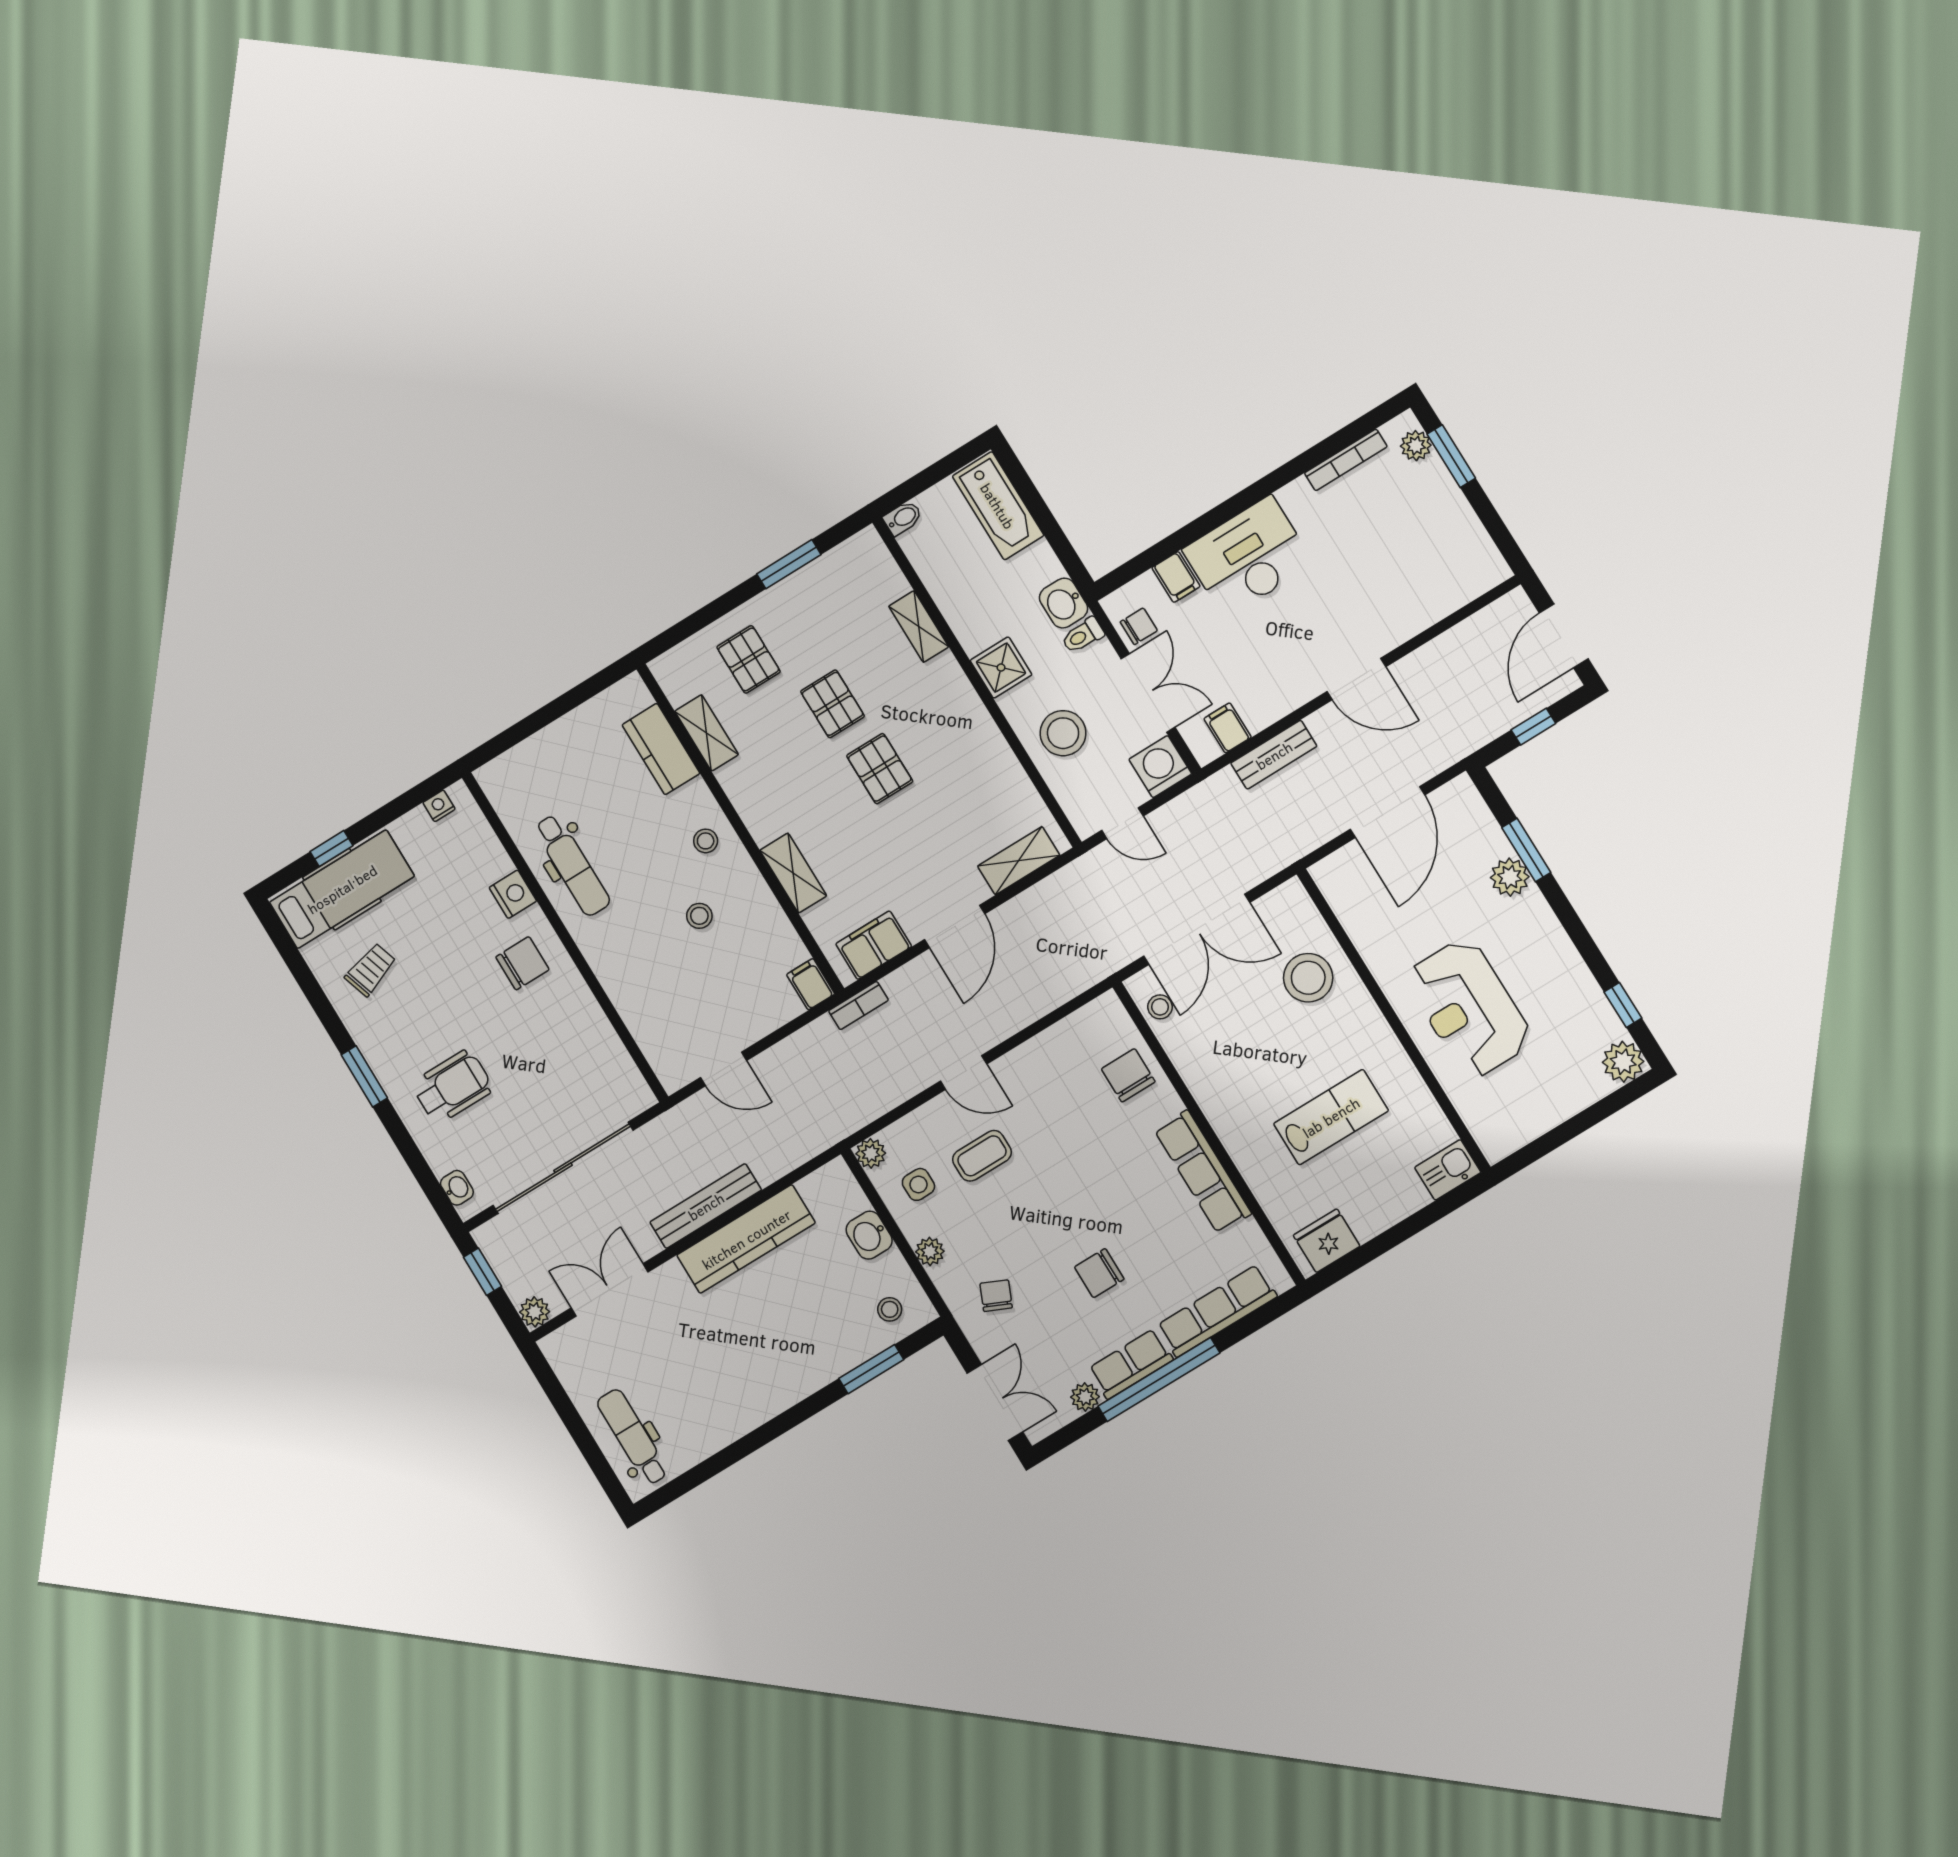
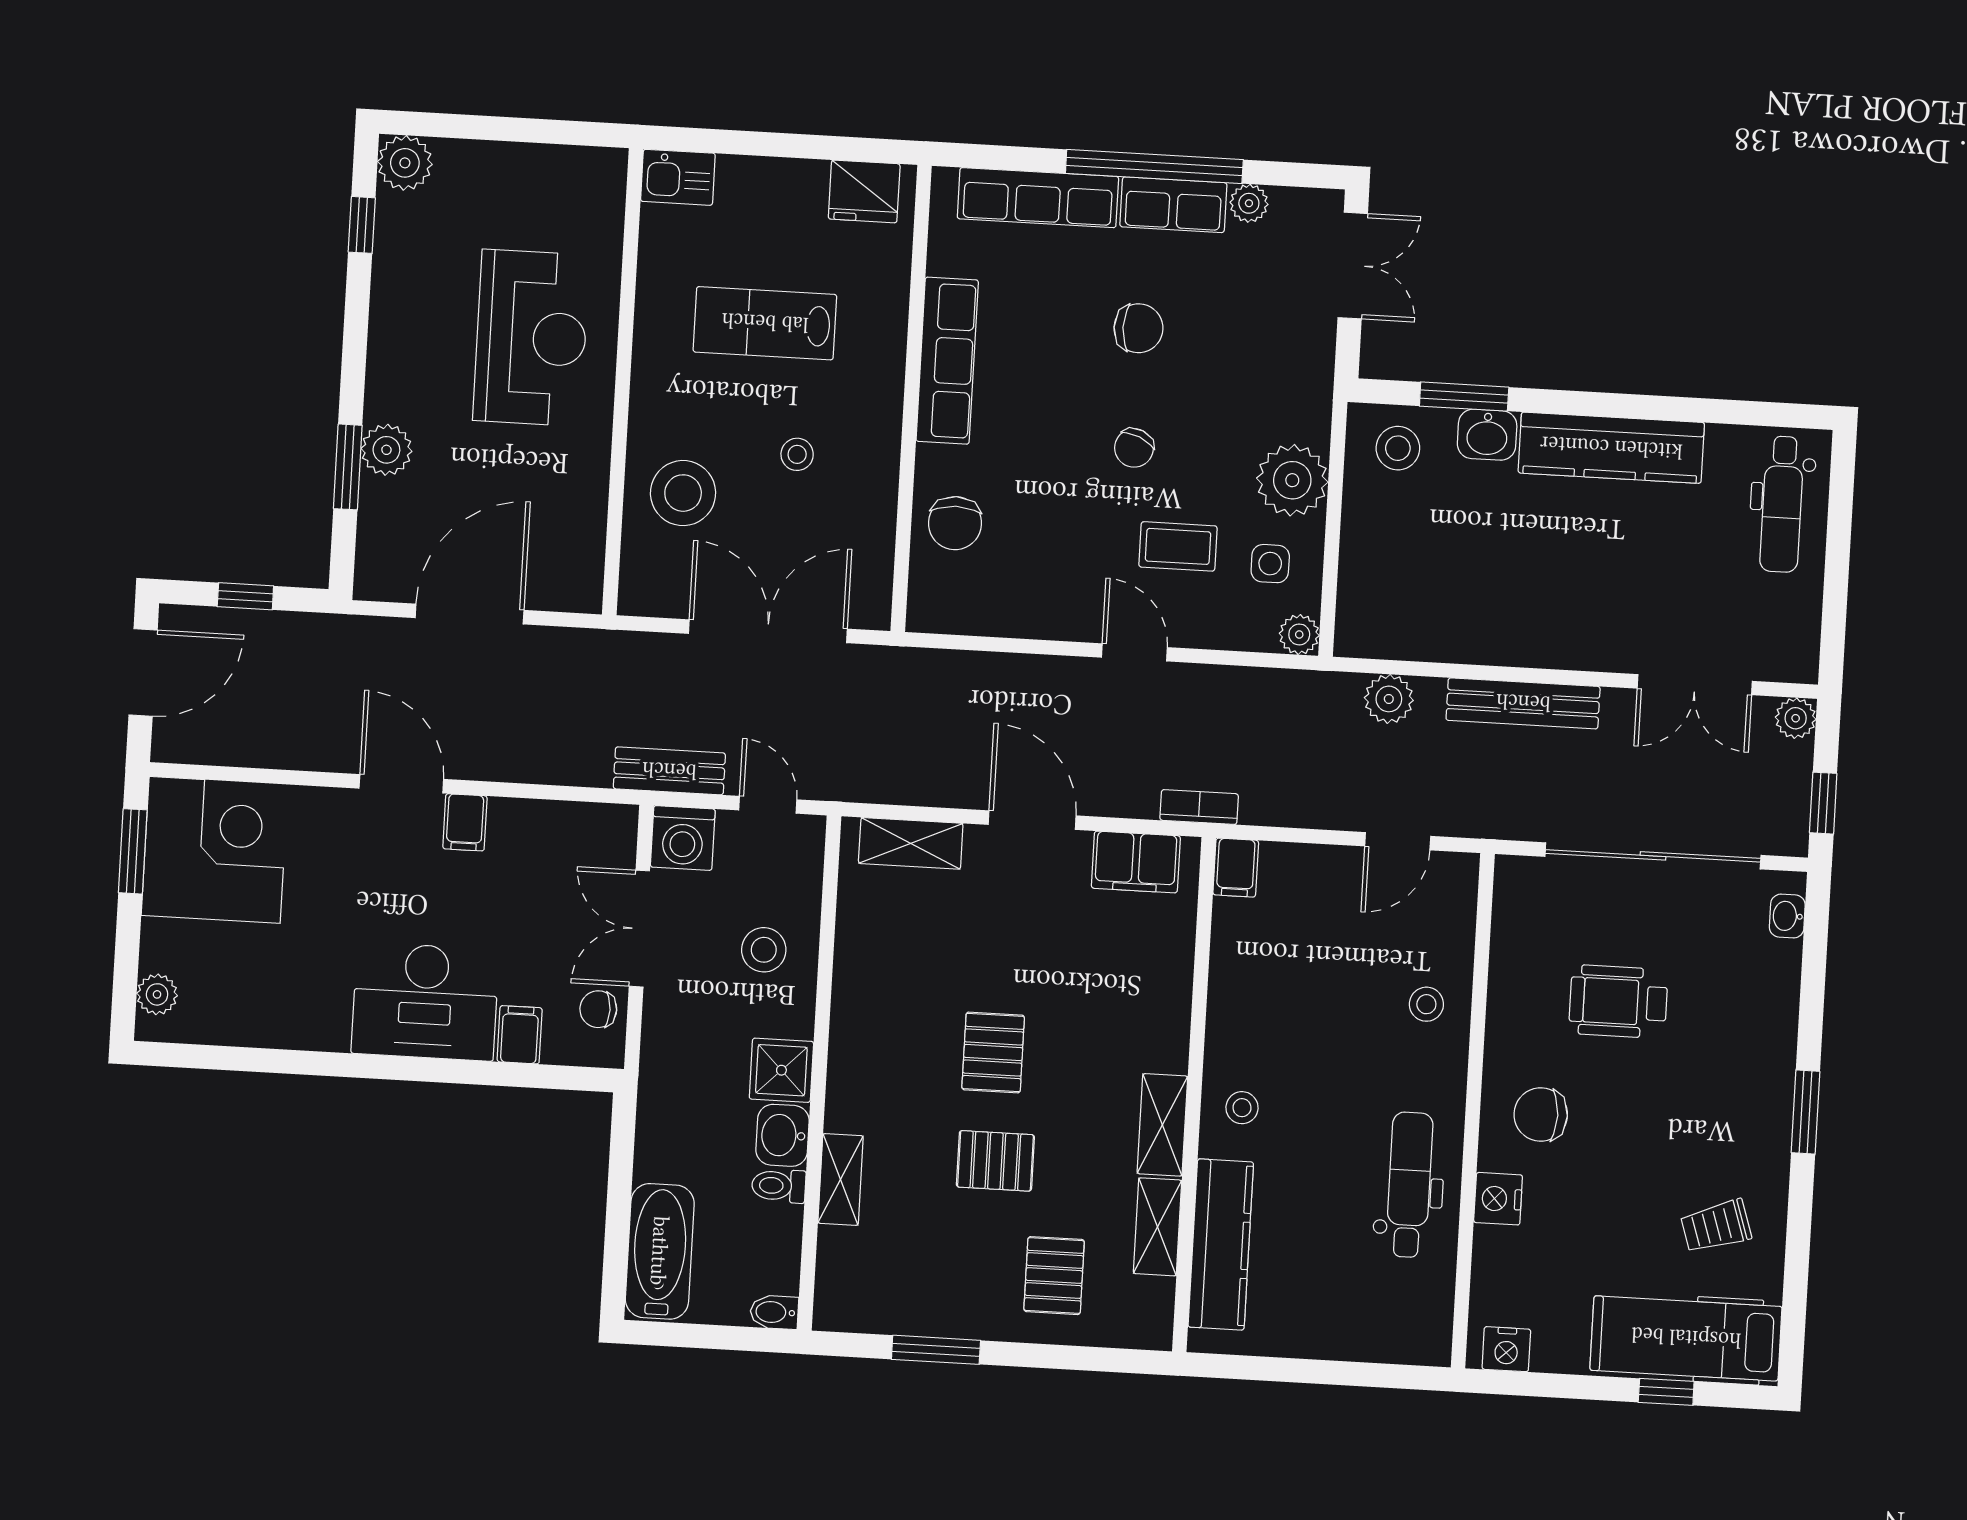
window: (1451, 456) -> (133, 851), moved
bookcase: (1346, 460) -> (244, 1033), removed
corner desk: (1443, 558) -> (215, 850), added
washbasin: (1064, 603) -> (783, 1135), moved, turned 180
toilet: (1083, 635) -> (779, 1186), moved, turned 180
pallet: (832, 704) -> (995, 1161), turned 90
filing cabinet: (1228, 728) -> (465, 822), moved
stool: (1063, 733) -> (764, 950), width x0.73, depth x0.73
kitchen counter: (661, 749) -> (1221, 1244), width x1.50
bench: (1274, 755) -> (669, 771), moved
nightstand: (439, 806) -> (1506, 1349), width x1.39, depth x1.35
shelving: (793, 873) -> (1162, 1125), moved
stool: (699, 916) -> (1426, 1004), moved
door: (955, 927) -> (1032, 820), hinge flipped
stool: (1160, 1007) -> (797, 454), moved
door: (724, 1069) -> (1398, 841), swing flipped
wheelchair: (453, 1087) -> (1618, 1002), moved
plant: (789, 1152) -> (1389, 699), added
washbasin: (869, 1235) -> (1487, 435), moved, turned 90
kitchen counter: (746, 1239) -> (1611, 448), moved, turned 180
plant: (930, 1251) -> (1292, 480), width x1.87, depth x1.87
chair: (996, 1296) -> (1134, 448), moved
stool: (890, 1309) -> (1398, 448), width x1.37, depth x1.37
double door: (995, 1403) -> (1353, 266), swing flipped

